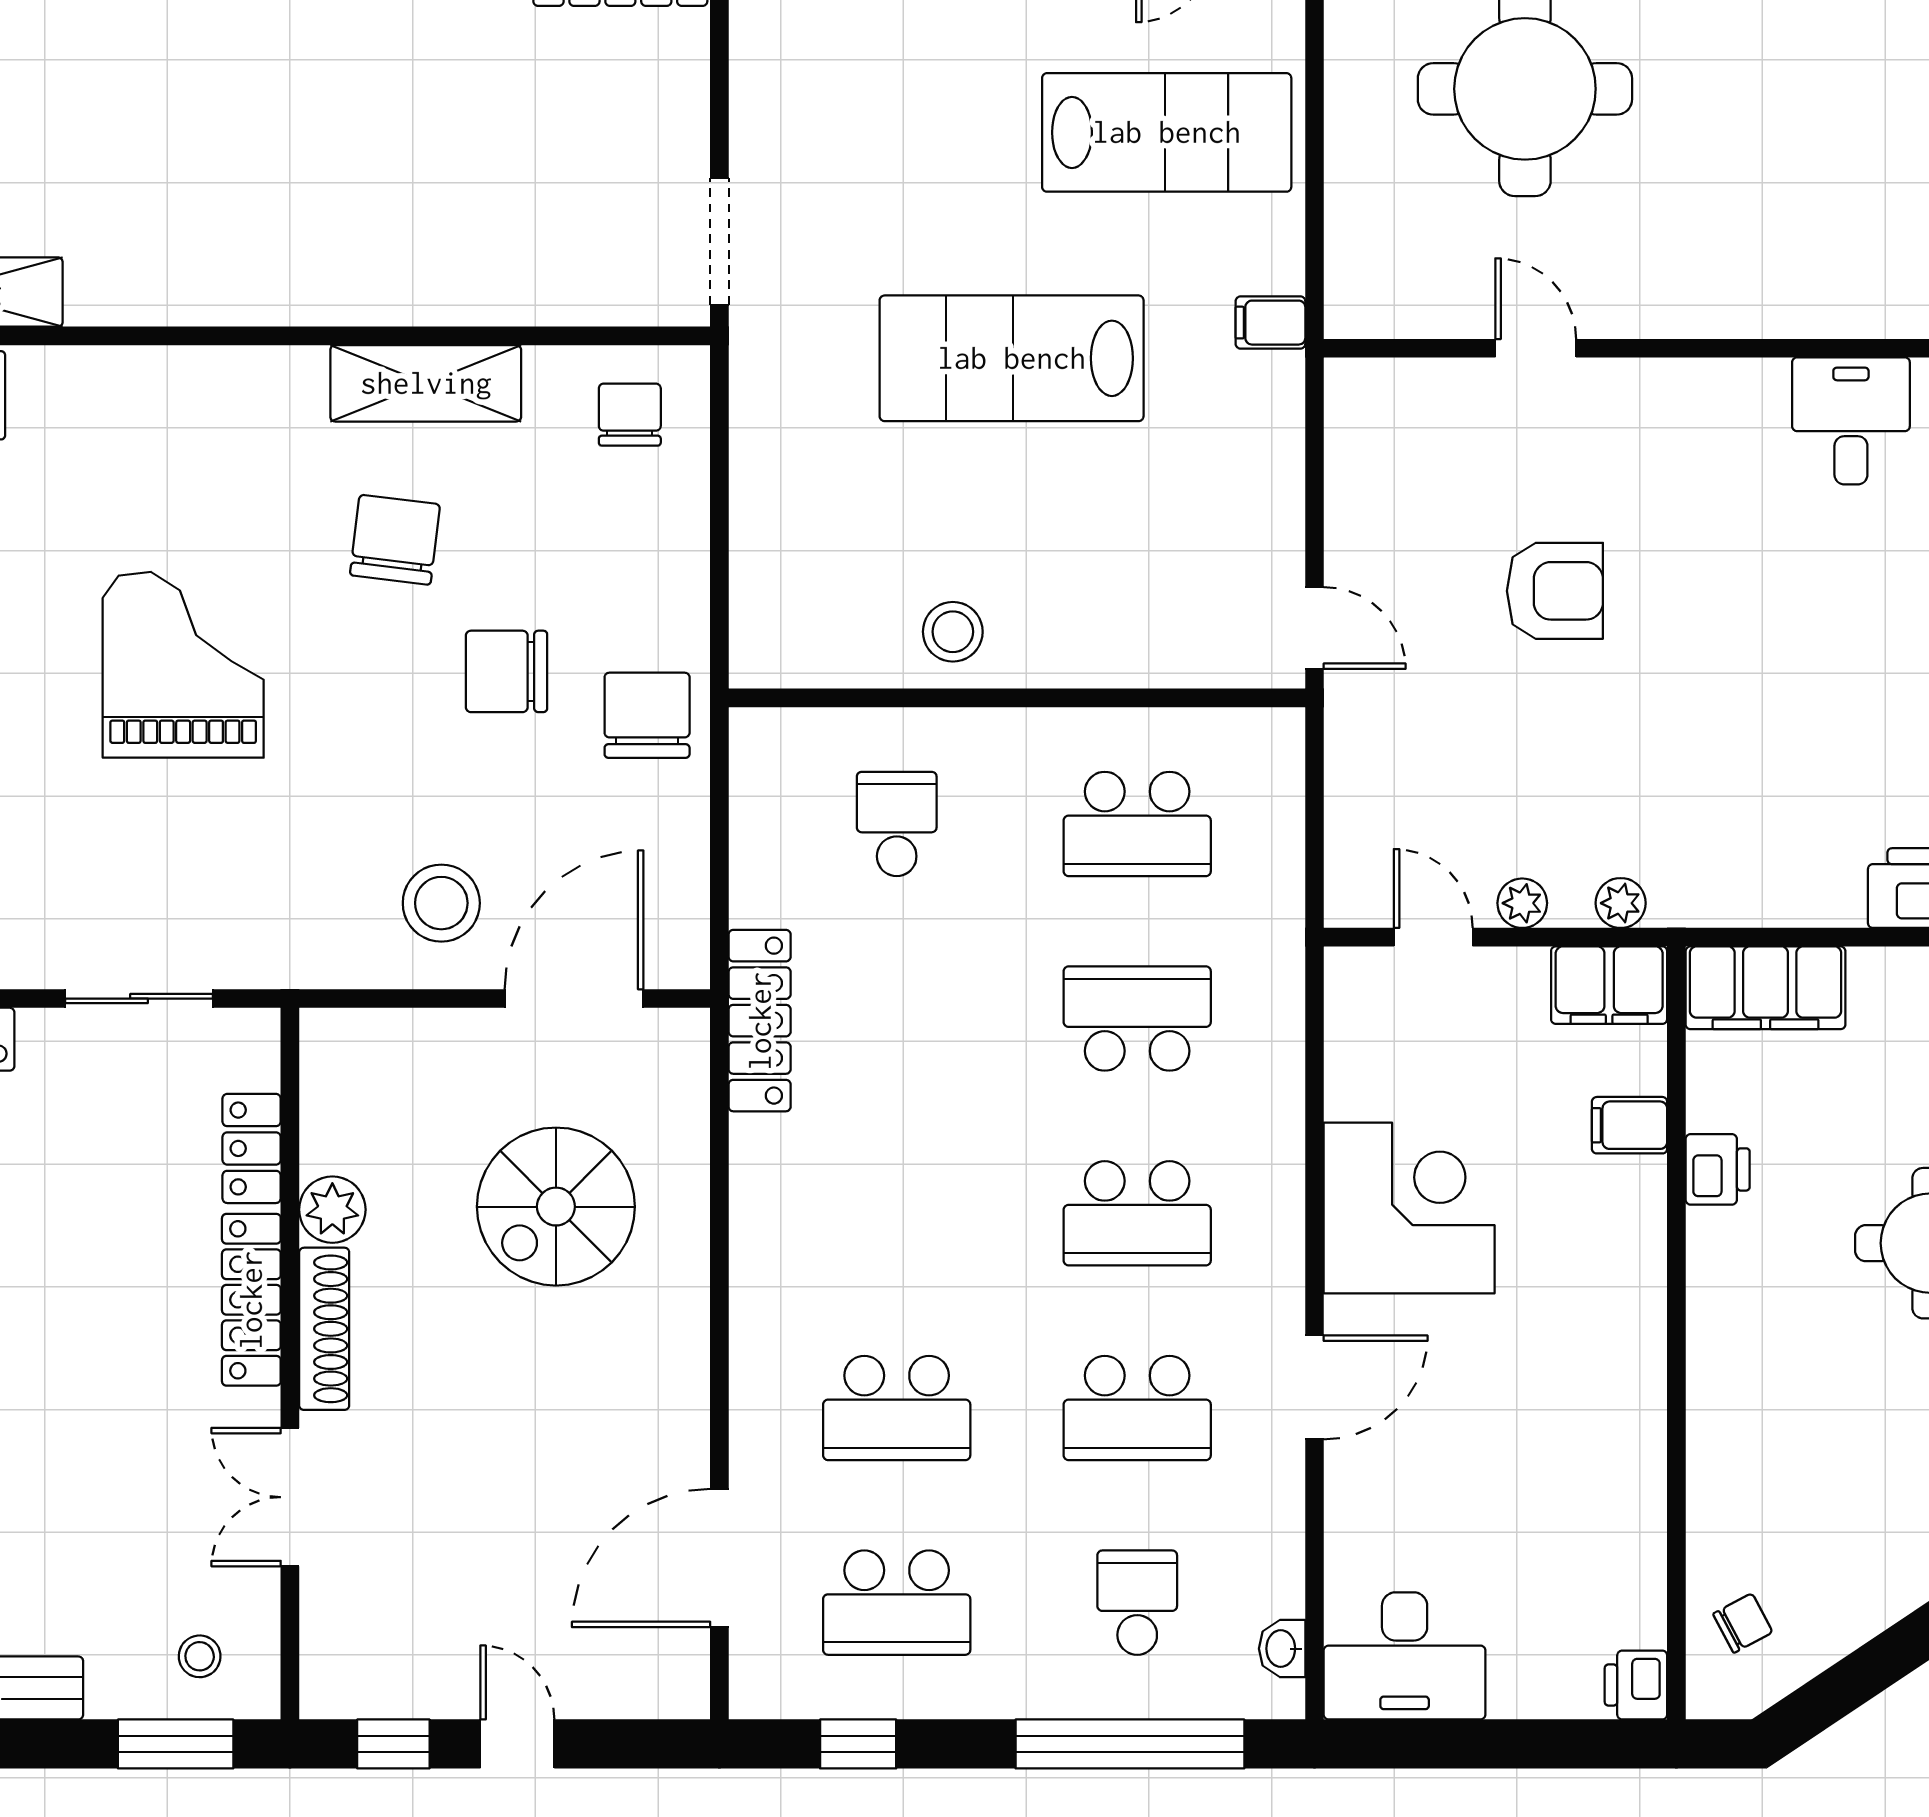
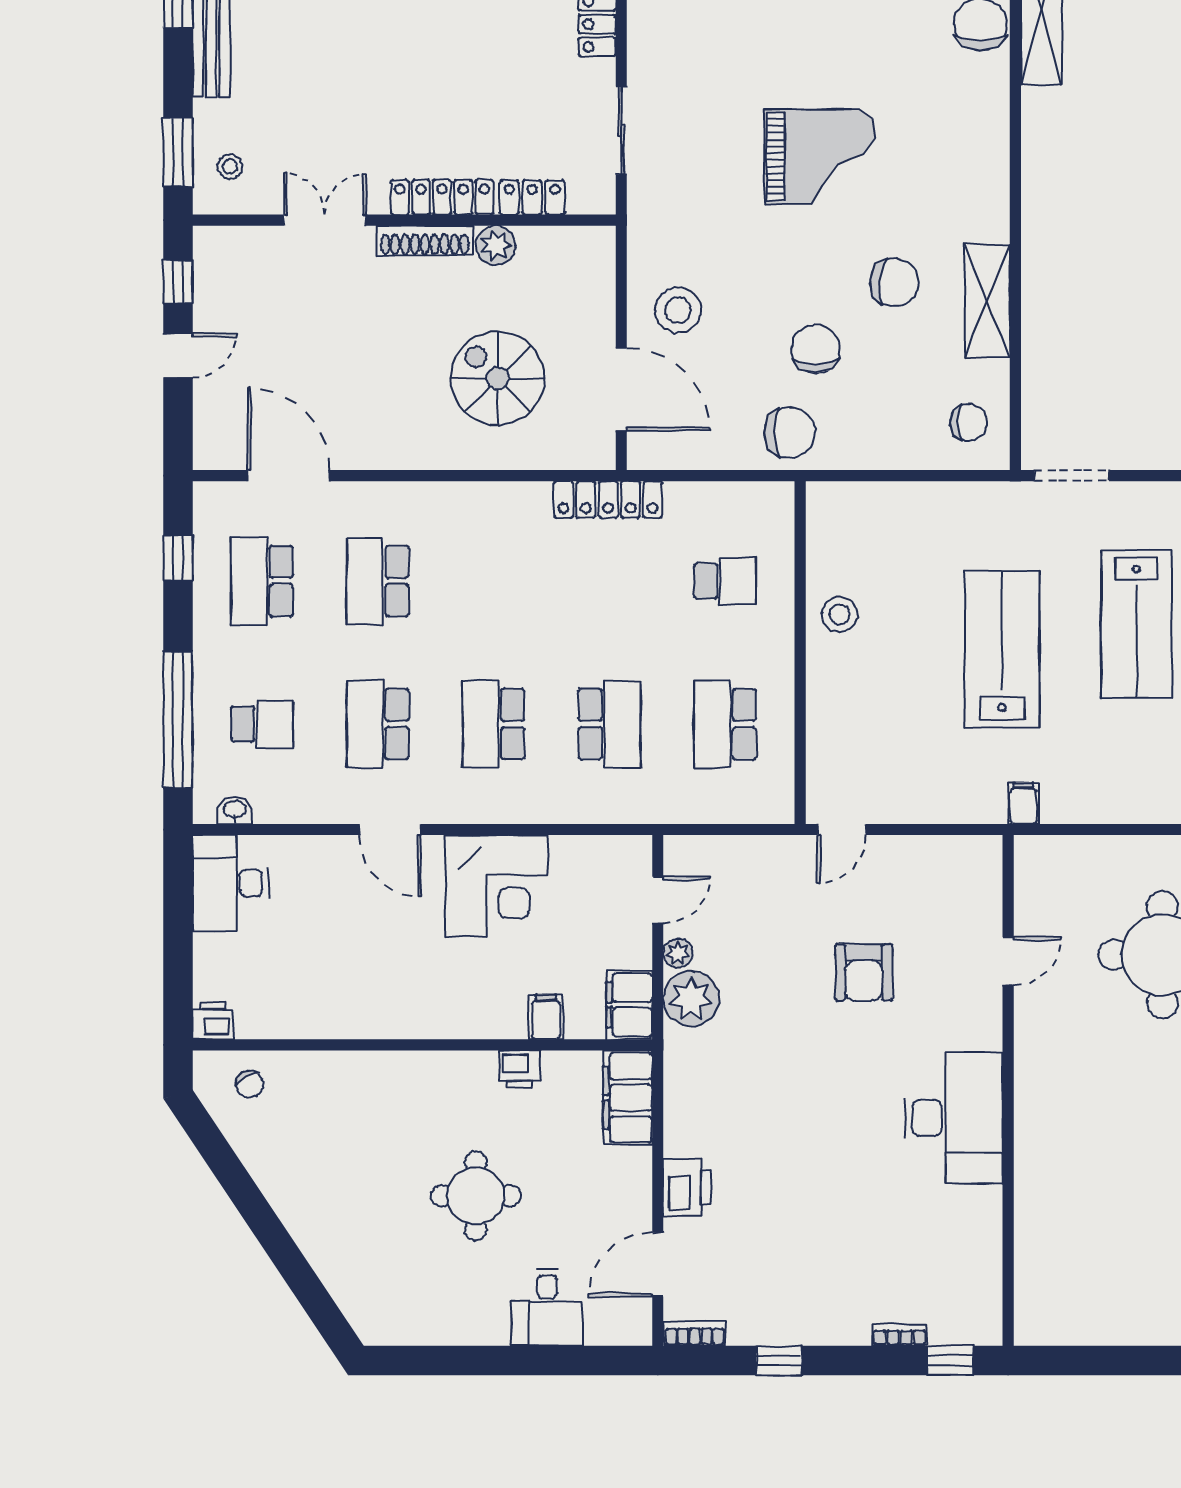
lab bench: (1167, 132) -> (1137, 624), moved
desk: (1851, 421) -> (953, 1118), width x1.87, depth x1.30
plant: (1621, 903) -> (691, 999), width x1.87, depth x1.87

